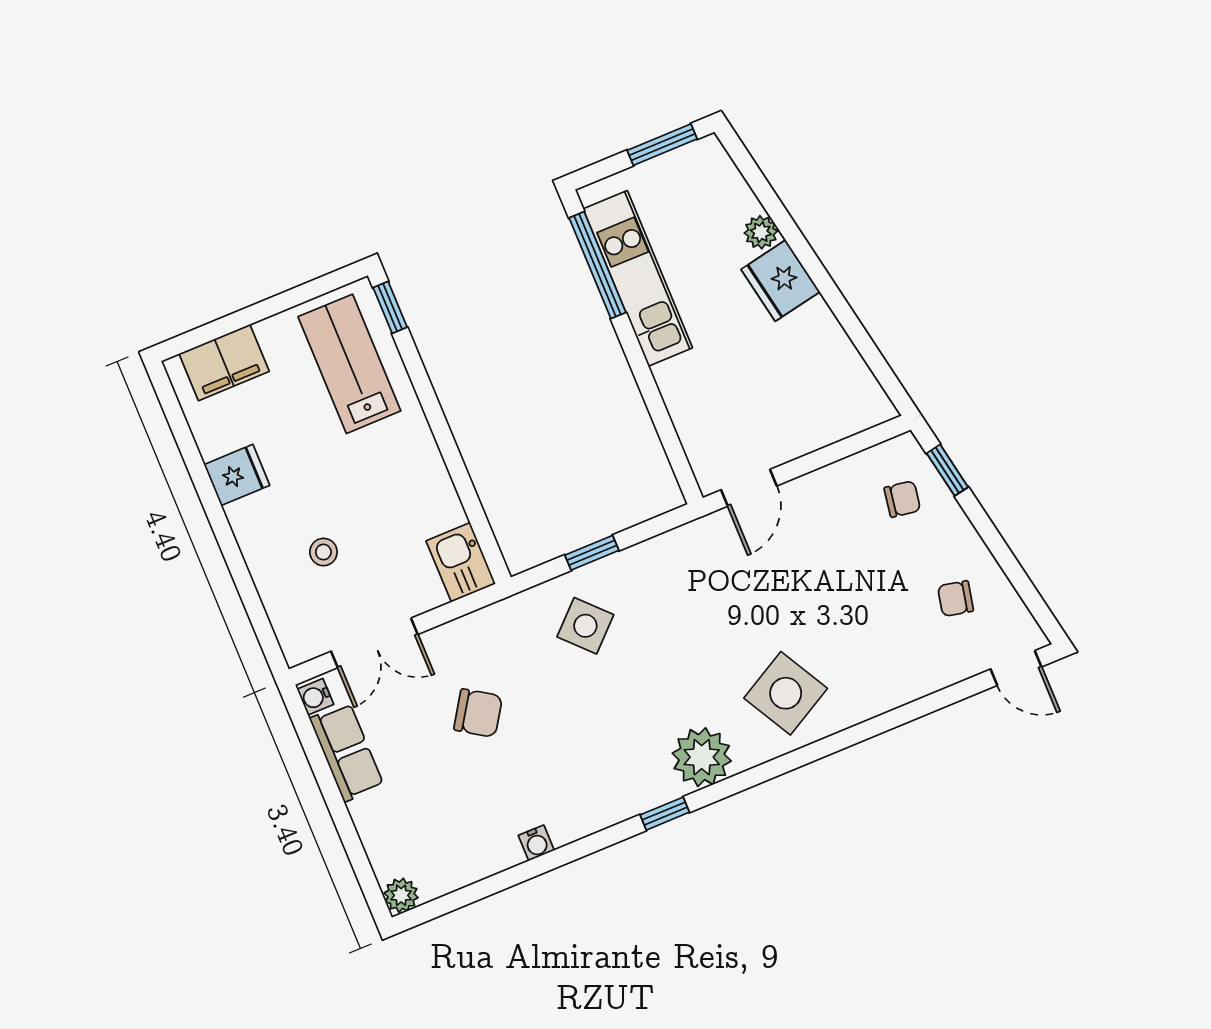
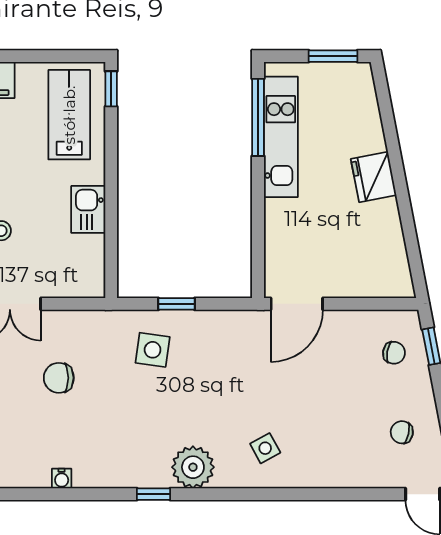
plant: (761, 232) -> (374, 140), removed
door: (749, 488) -> (297, 304), width x1.38
kitchen sink: (461, 562) -> (88, 209), moved
side table: (585, 626) -> (153, 350), turned -38
side table: (786, 693) -> (265, 448), width x0.54, depth x0.54
chair: (478, 713) -> (59, 378), turned 147

